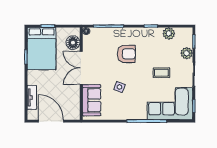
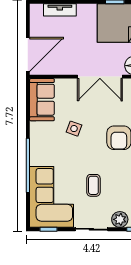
double door: (81, 68) -> (100, 77), swing flipped
sofa: (92, 100) -> (42, 100), moved, turned -90
door: (51, 121) -> (28, 54), moved

